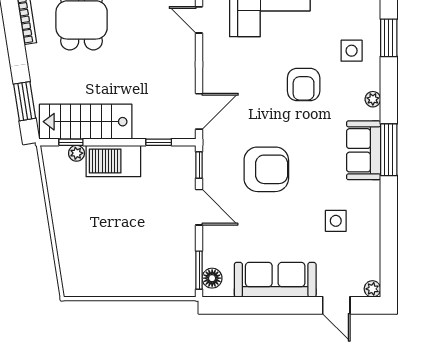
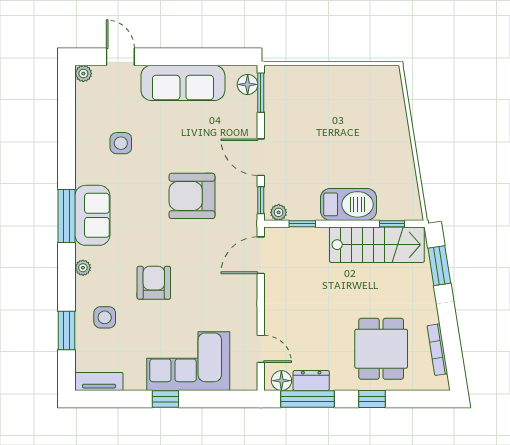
plant: (77, 153) -> (279, 212), moved

